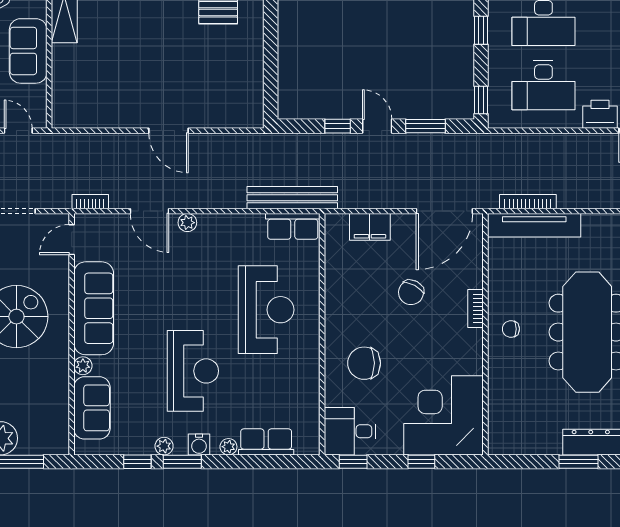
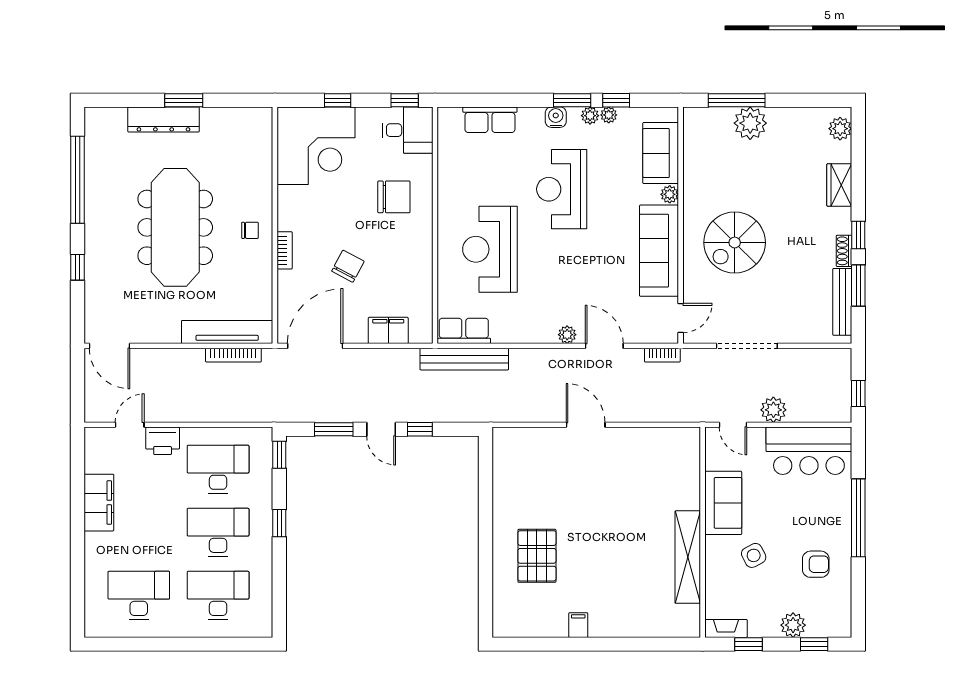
plant: (228, 447) -> (609, 115), moved

